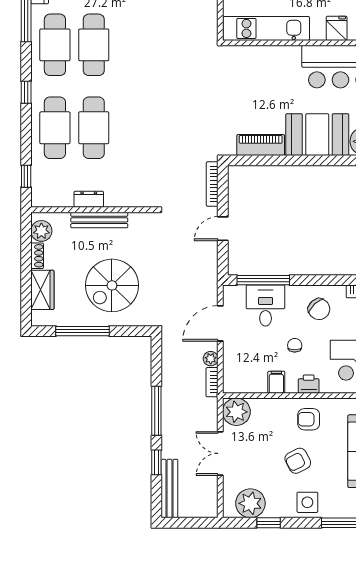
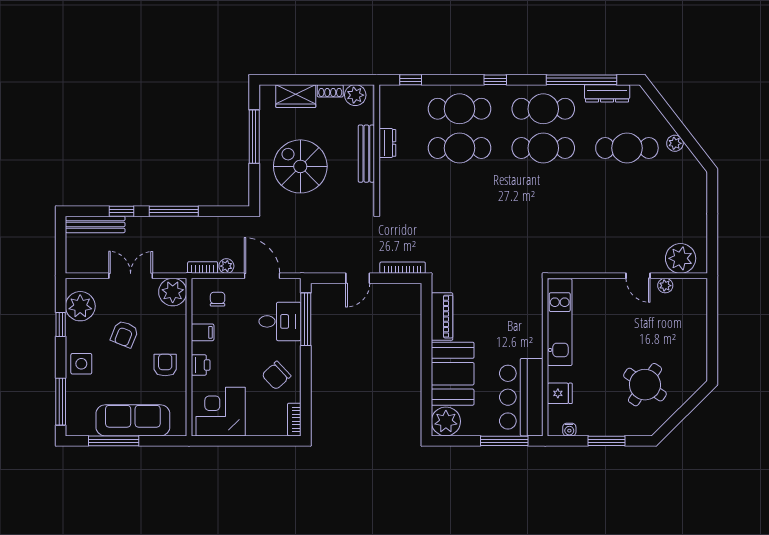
door: (223, 229) -> (358, 278), swing flipped
chair: (295, 345) -> (218, 299), moved, turned -90
armchair: (298, 461) -> (124, 334), moved, turned -131

